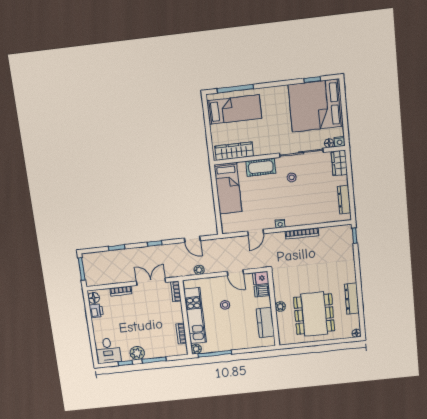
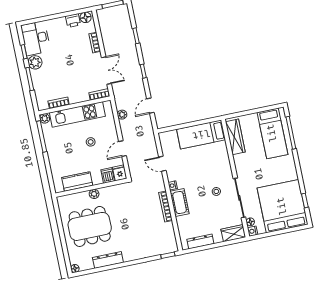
cot: (261, 167) -> (180, 203), moved
desk: (108, 351) -> (36, 38), width x1.37

